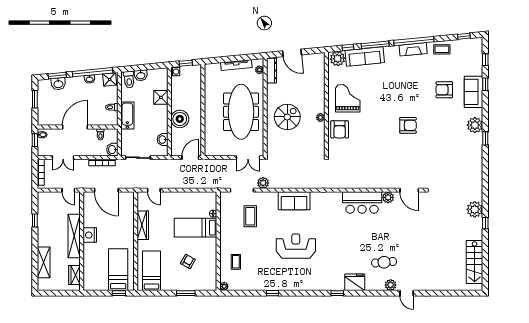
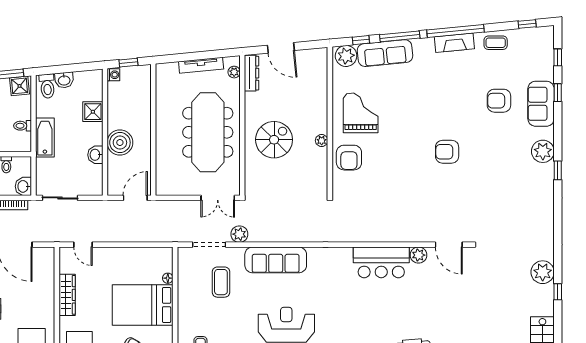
armchair: (408, 125) -> (447, 152), turned 180
washbasin: (163, 140) -> (95, 155), moved
sofa: (294, 201) -> (276, 260), width x1.36
bed: (196, 228) -> (143, 305), width x1.50

